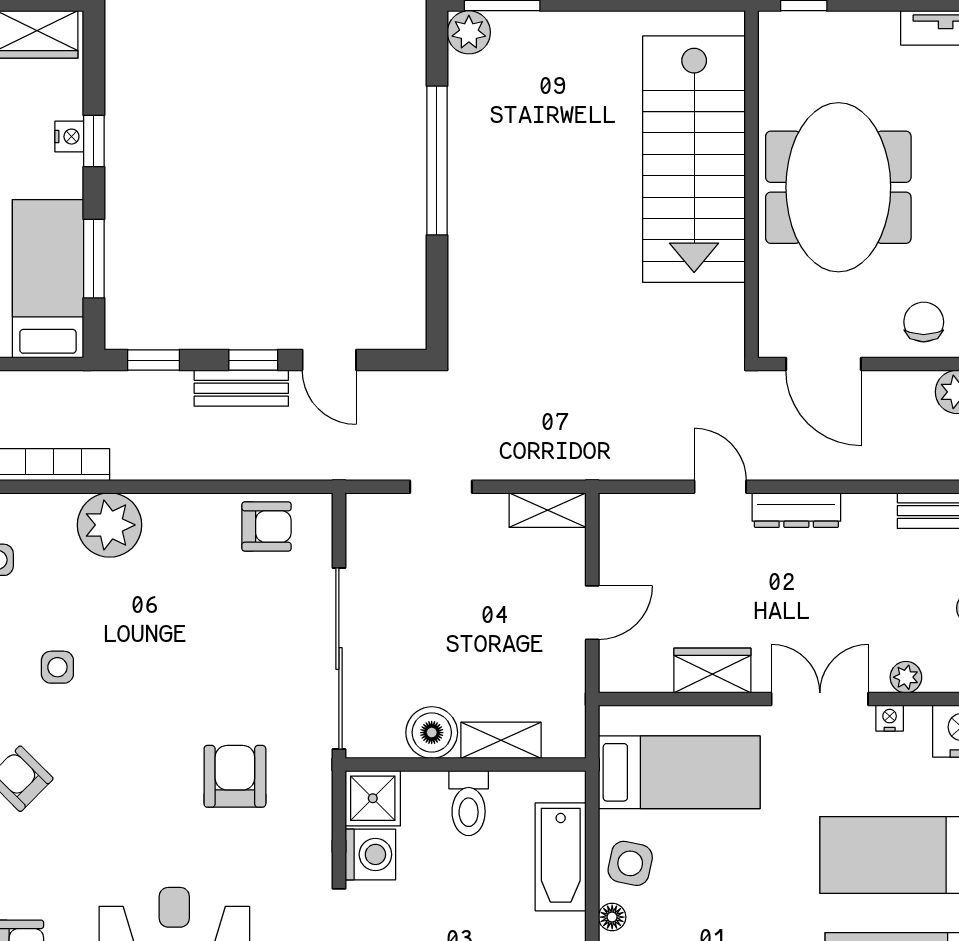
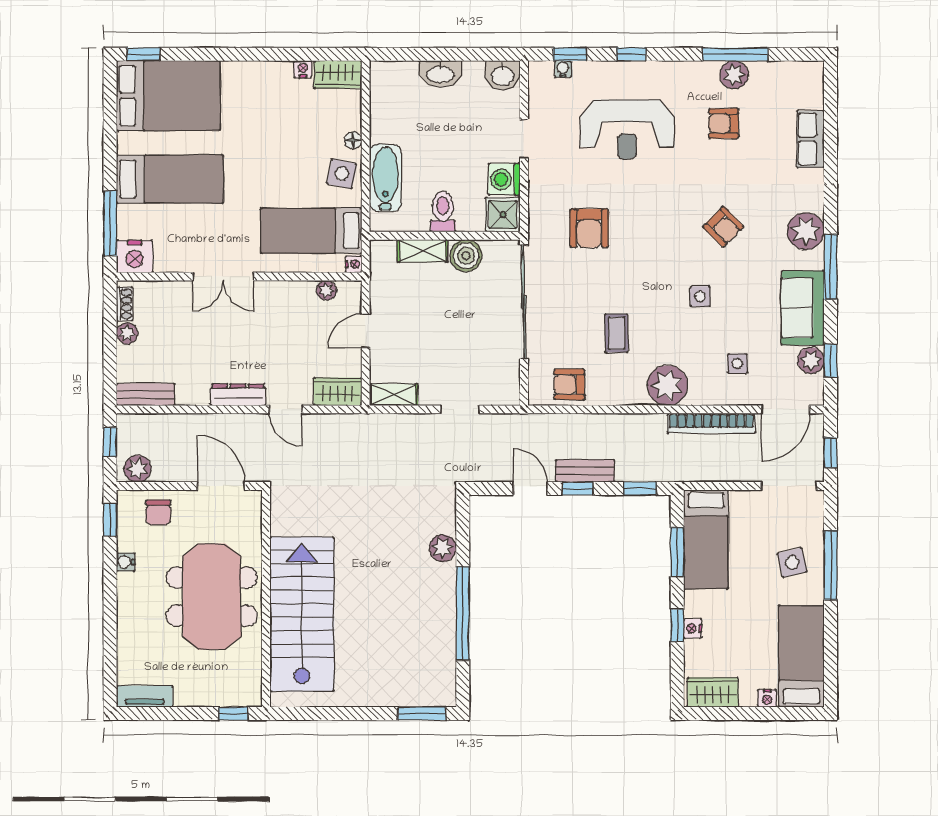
plant: (469, 32) -> (443, 548), moved
coffee table: (191, 608) -> (617, 333), added
wardrobe: (712, 671) -> (338, 392), moved, turned 180
plant: (906, 677) -> (326, 290), moved
nightstand: (890, 718) -> (354, 264), moved, turned -90

